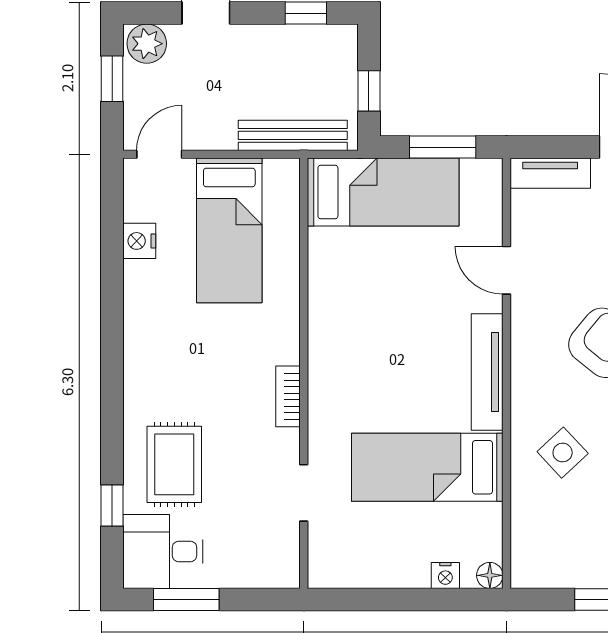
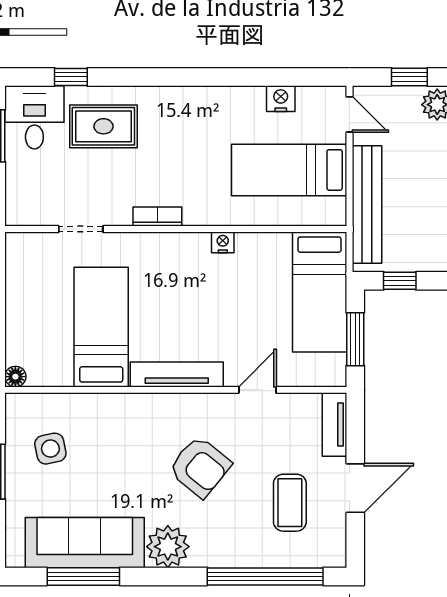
bench: (293, 135) -> (367, 204), width x1.37, depth x1.21
side table: (563, 453) -> (50, 449), moved, turned 31
nightstand: (445, 575) -> (223, 242), moved, turned 90

